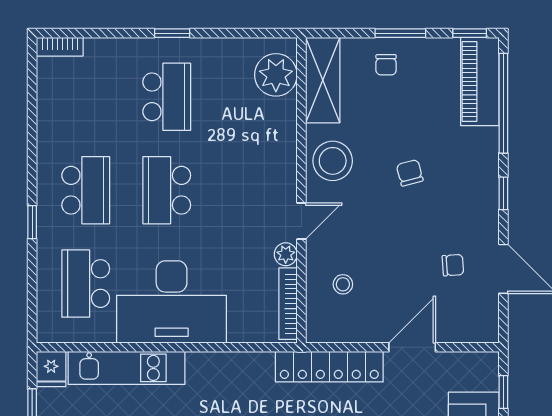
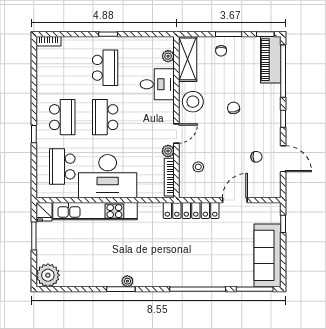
plant: (276, 75) -> (168, 56), width x0.53, depth x0.53
desk: (265, 128) -> (157, 84), added
kitchen unit: (126, 368) -> (95, 211), width x1.36

